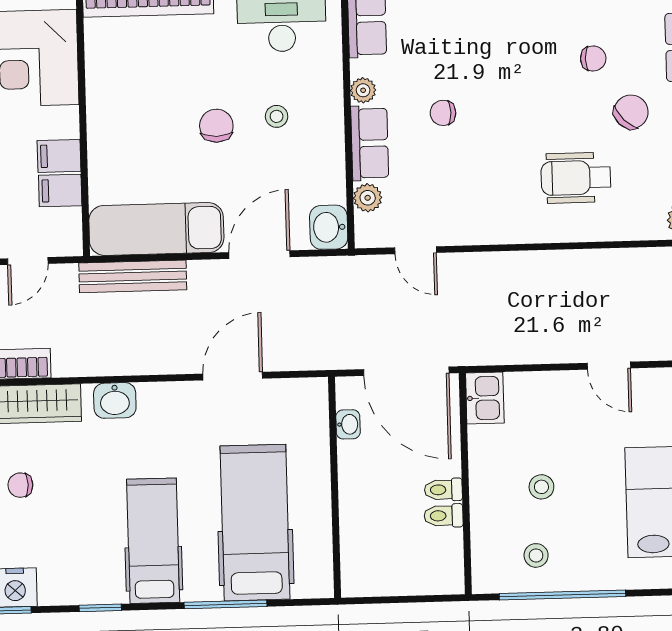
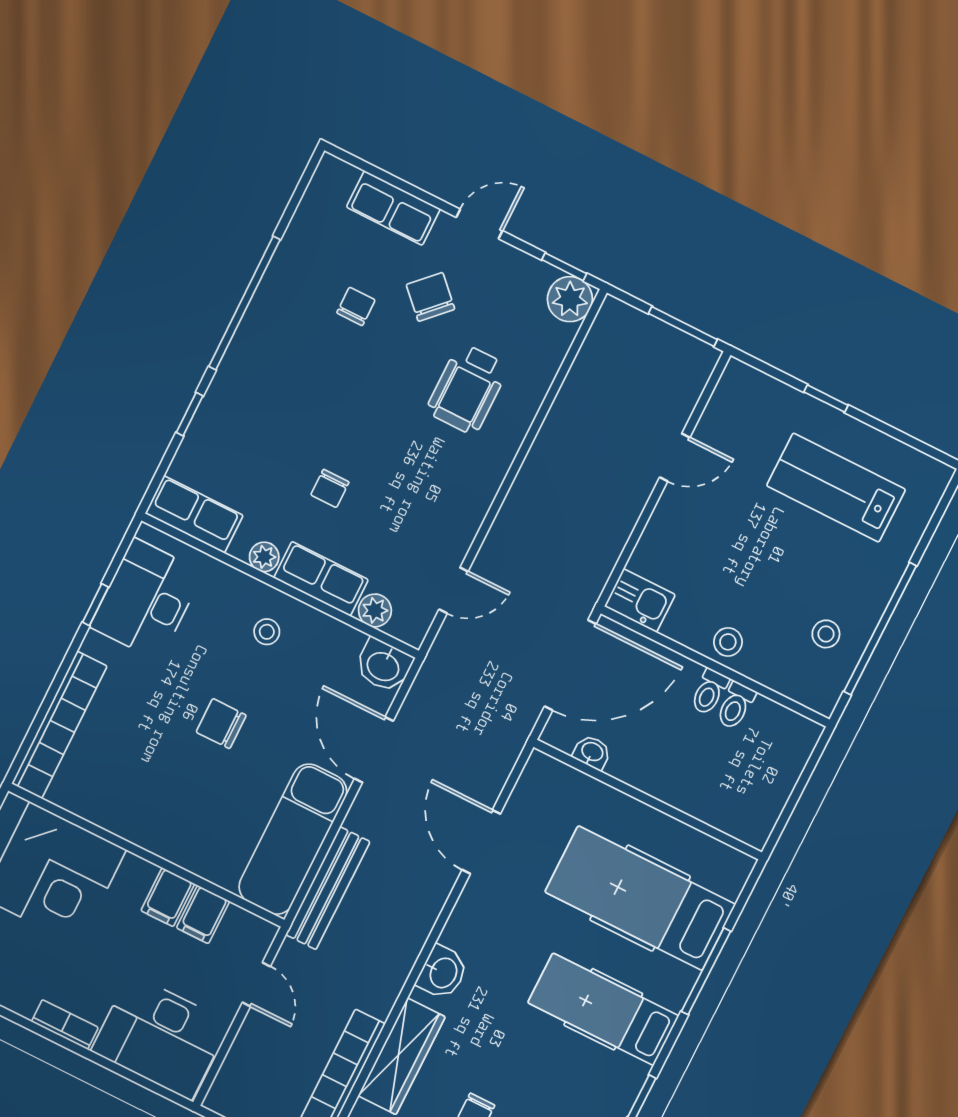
stool: (277, 116) -> (267, 632), moved
stool: (541, 487) -> (728, 642), moved

